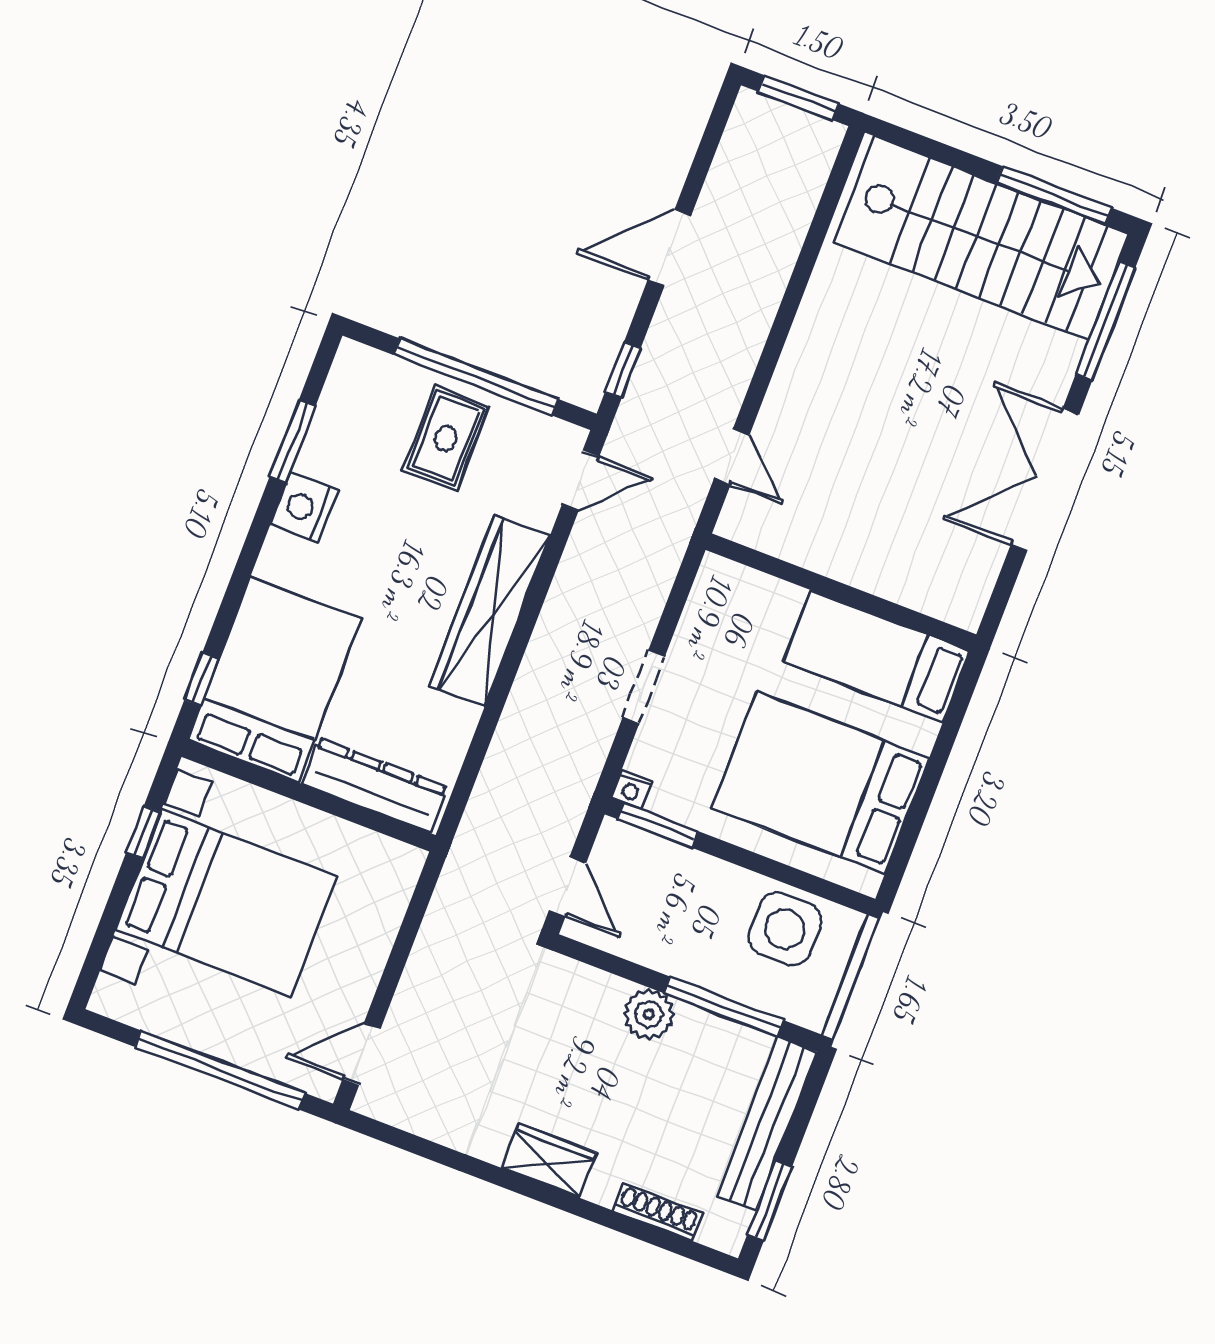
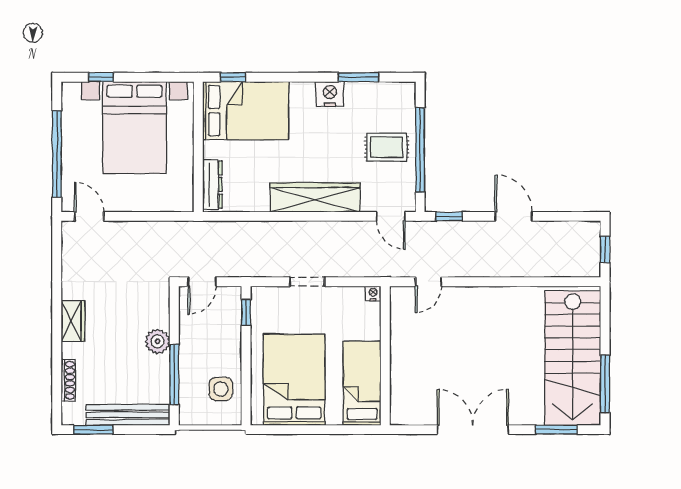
window: (799, 98) -> (605, 249), width x0.67
window: (1106, 321) -> (556, 430), width x0.69
dresser: (375, 786) -> (212, 185), width x0.73, depth x0.80
nightstand: (631, 789) -> (373, 293), moved, turned 90
window: (658, 825) -> (246, 312), width x0.67
window: (143, 832) -> (101, 77), moved
side table: (785, 929) -> (221, 389), width x0.73, depth x0.73

